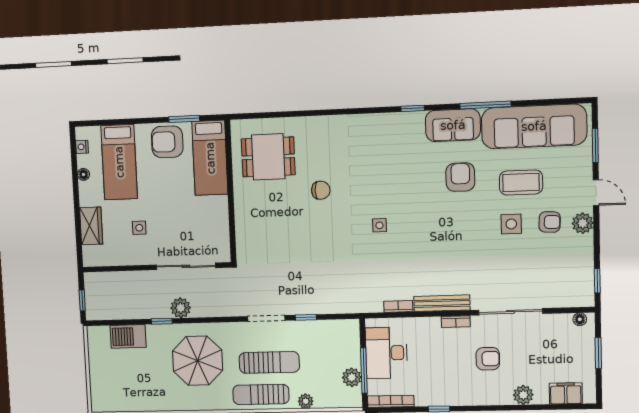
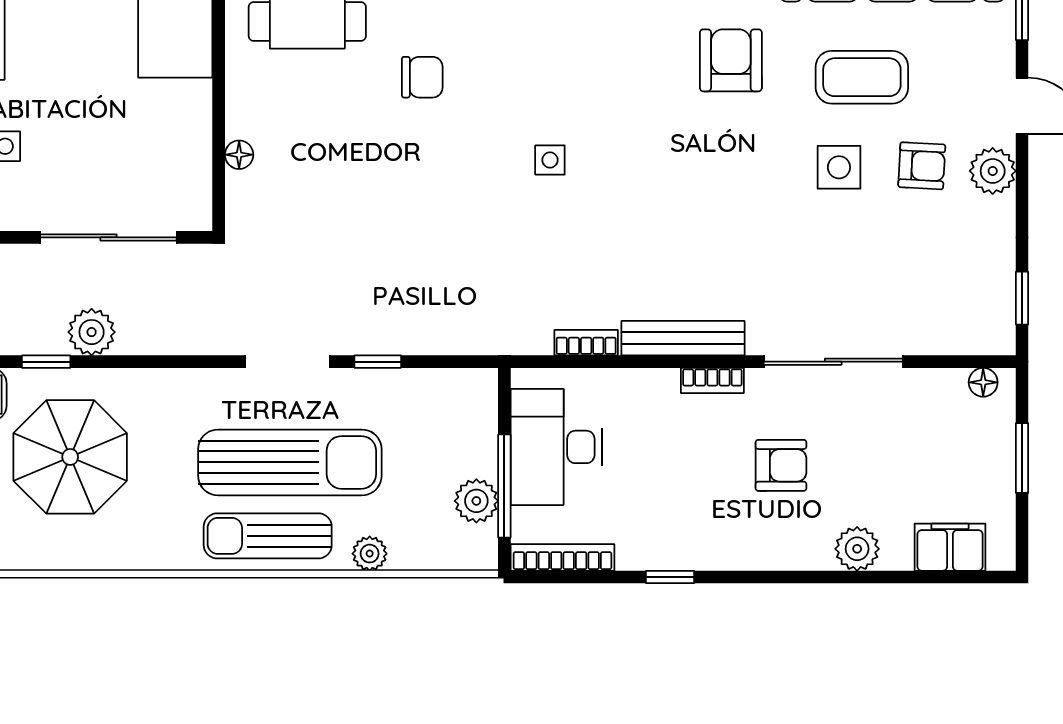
floor lamp: (241, 228) -> (239, 155), added
parasol: (198, 361) -> (70, 457), moved
sun lounger: (269, 362) -> (290, 462), width x1.36, depth x1.34

